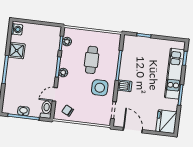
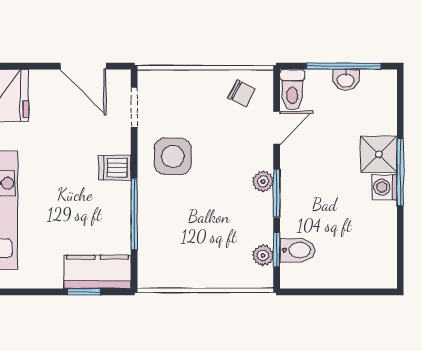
washing machine: (17, 29) -> (384, 187), moved
bidet: (52, 42) -> (297, 250), added
kitchen counter: (137, 43) -> (98, 272), added
shower: (17, 51) -> (379, 154), moved
cafe table: (92, 60) -> (200, 219), removed

